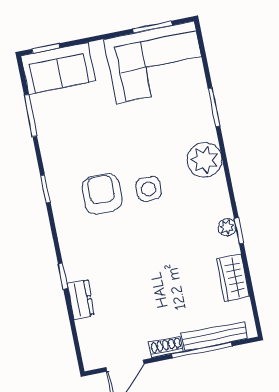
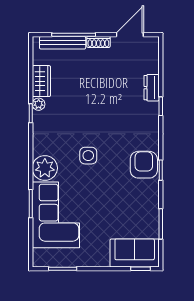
corner sofa: (156, 62) -> (56, 215), moved, turned 90
armchair: (102, 194) -> (144, 165), moved, turned 180
plant: (227, 227) -> (39, 104), moved

